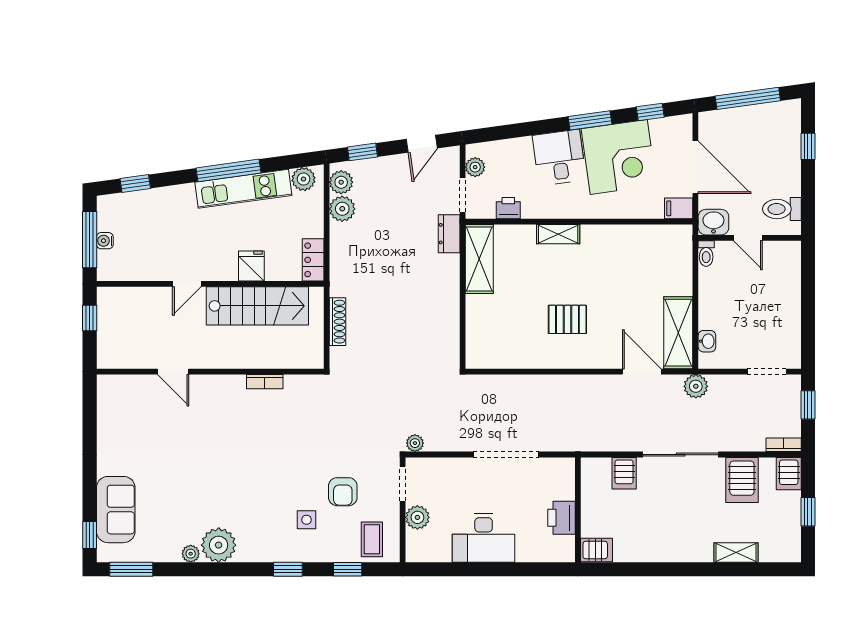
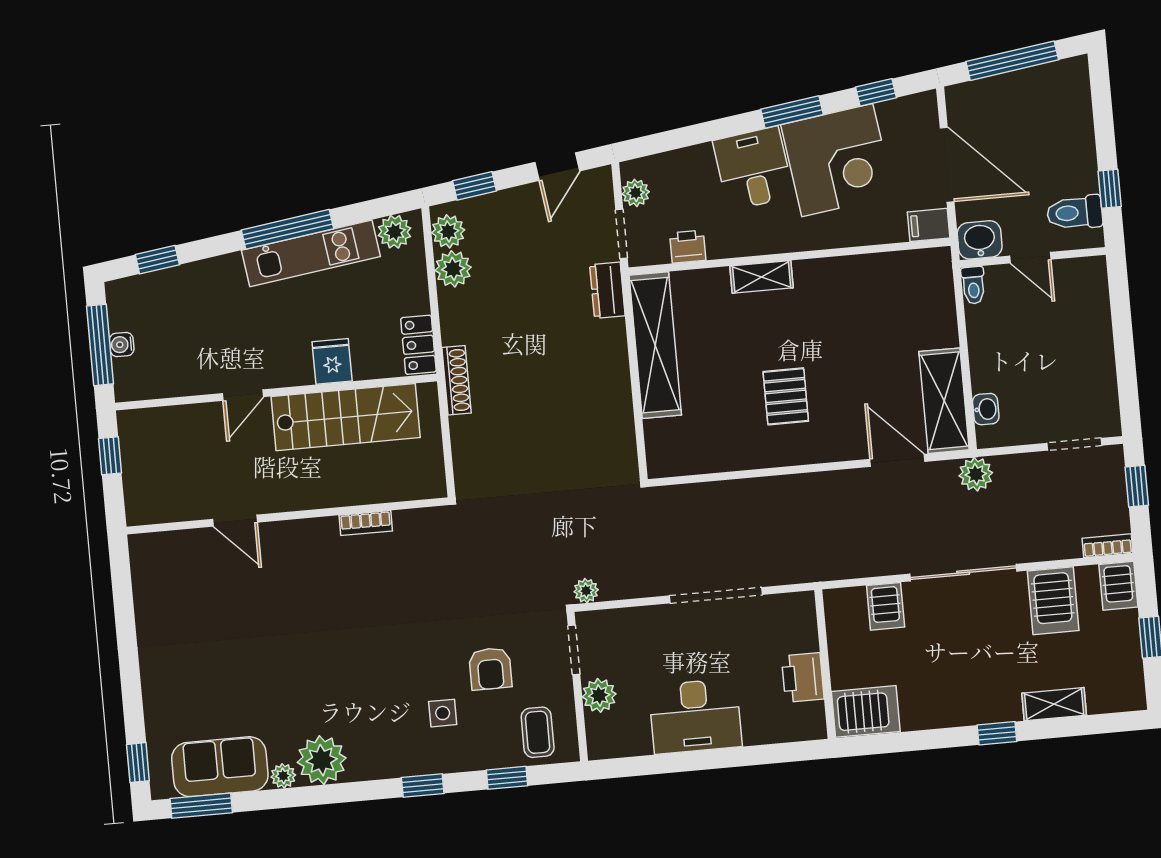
window: (808, 146) -> (1110, 189), moved
shelving: (479, 259) -> (655, 345), width x1.47
pallet: (567, 319) -> (786, 396), turned 90
shoe rack: (337, 322) -> (457, 380), moved
sofa: (116, 510) -> (220, 767), moved, turned -90
server rack: (596, 550) -> (866, 711), width x1.36, depth x1.44
window: (694, 569) -> (997, 733), added

